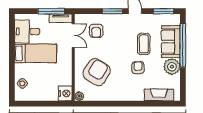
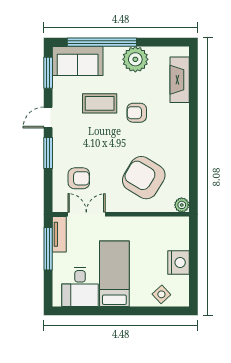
sofa: (171, 42) -> (78, 61), moved
nightstand: (65, 93) -> (178, 263), moved, turned 90

